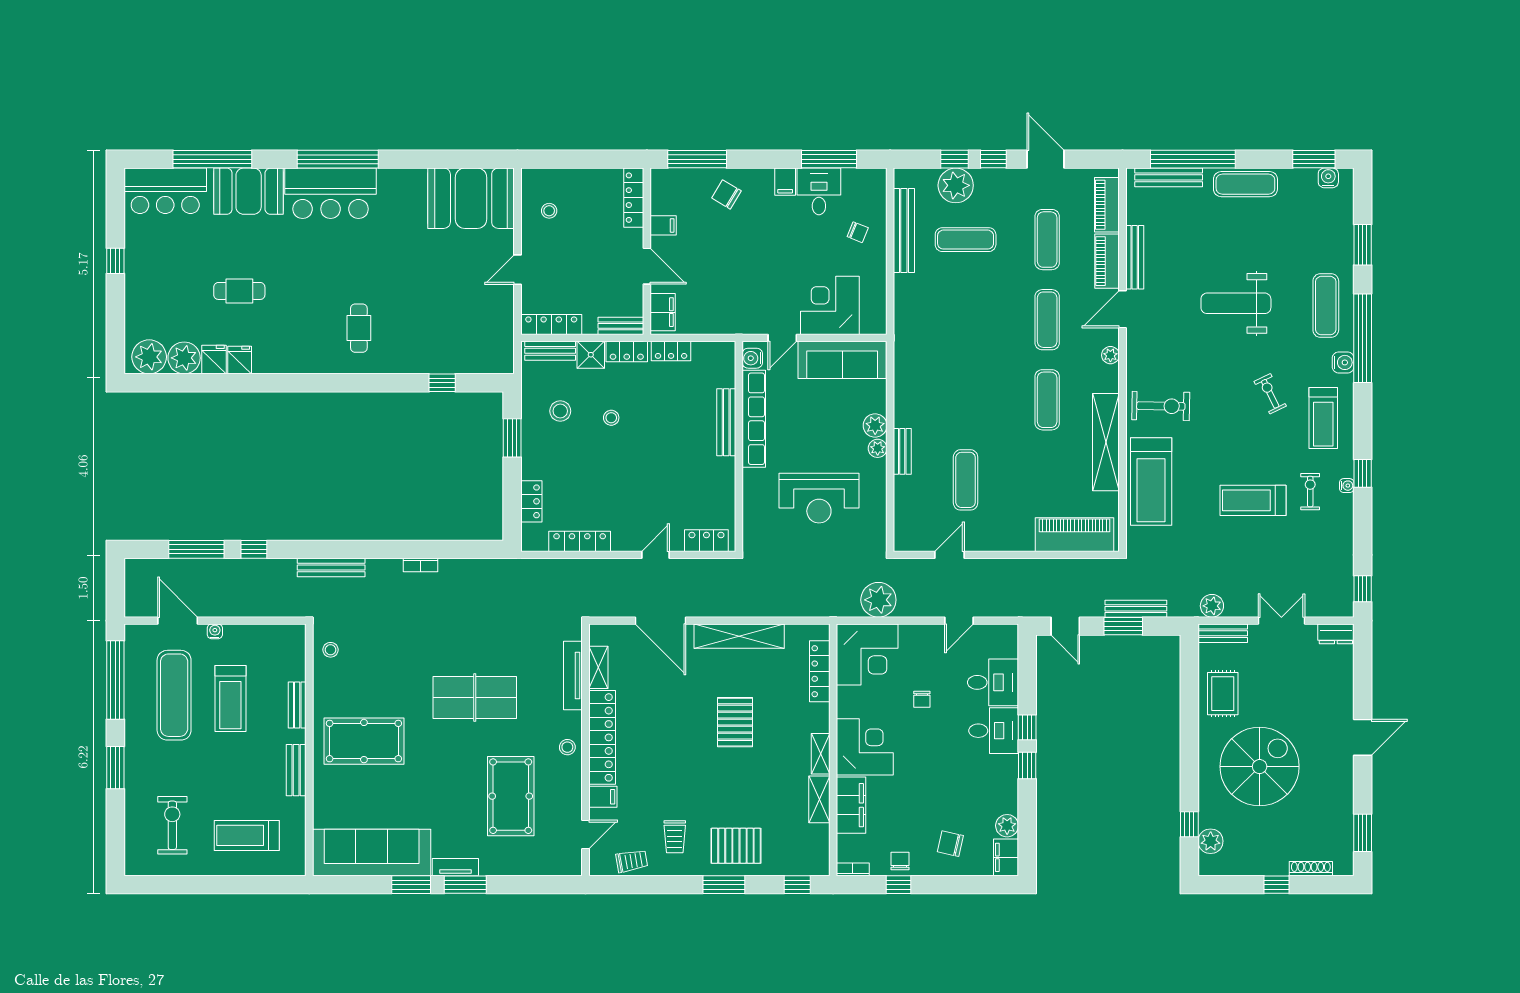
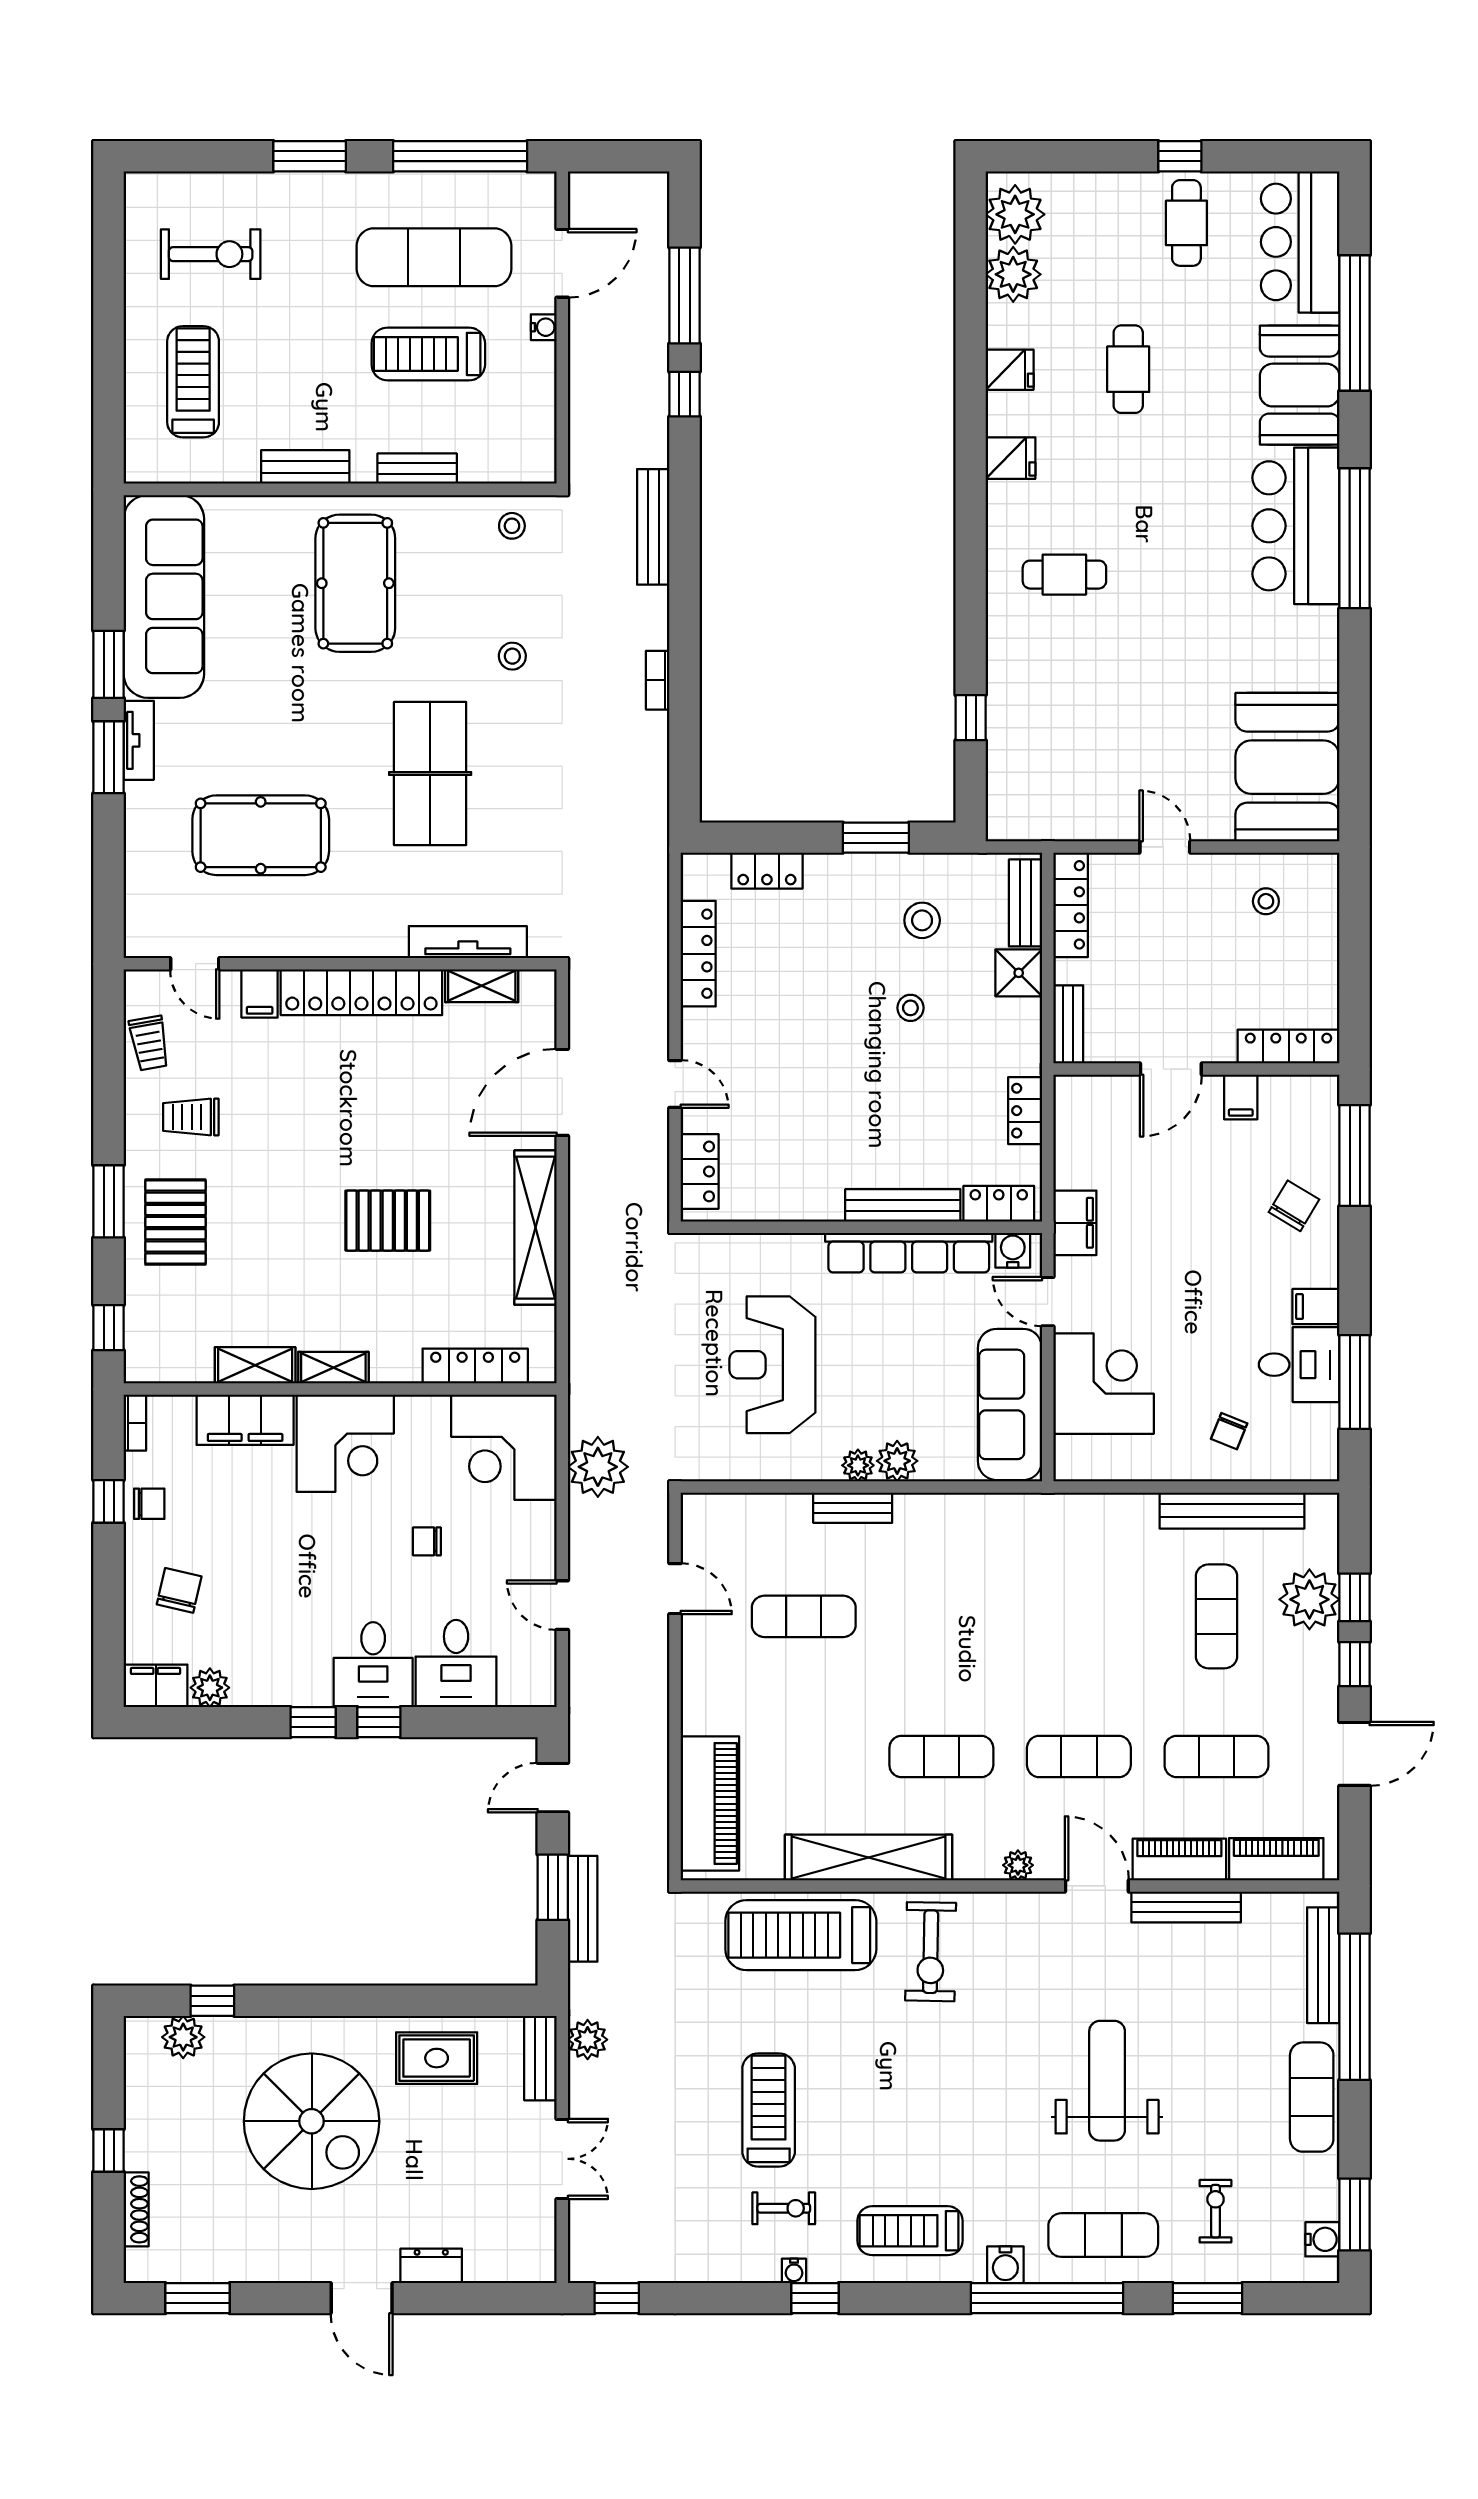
cafe table: (154, 257) -> (1186, 223), added
filing cabinet: (663, 312) -> (1075, 1223), moved, turned -90
locker: (627, 351) -> (999, 1204), moved, turned 90
fridge: (214, 360) -> (1010, 458), moved
exercise bike: (1270, 394) -> (1215, 2211), moved, turned -64
dresser: (1336, 634) -> (431, 2266), moved, turned 90
stool: (567, 747) -> (512, 656), moved

